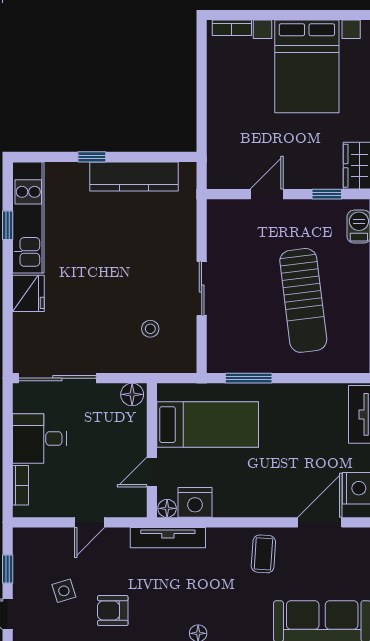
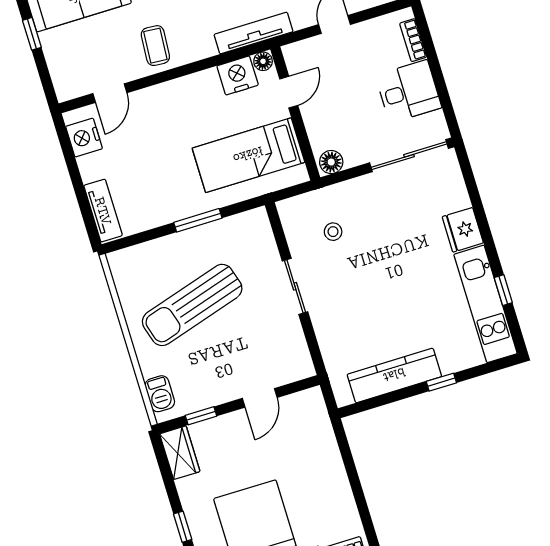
sun lounger: (303, 300) -> (192, 305), turned -100
window: (249, 378) -> (198, 220), moved
door: (320, 522) -> (110, 93), width x0.73

